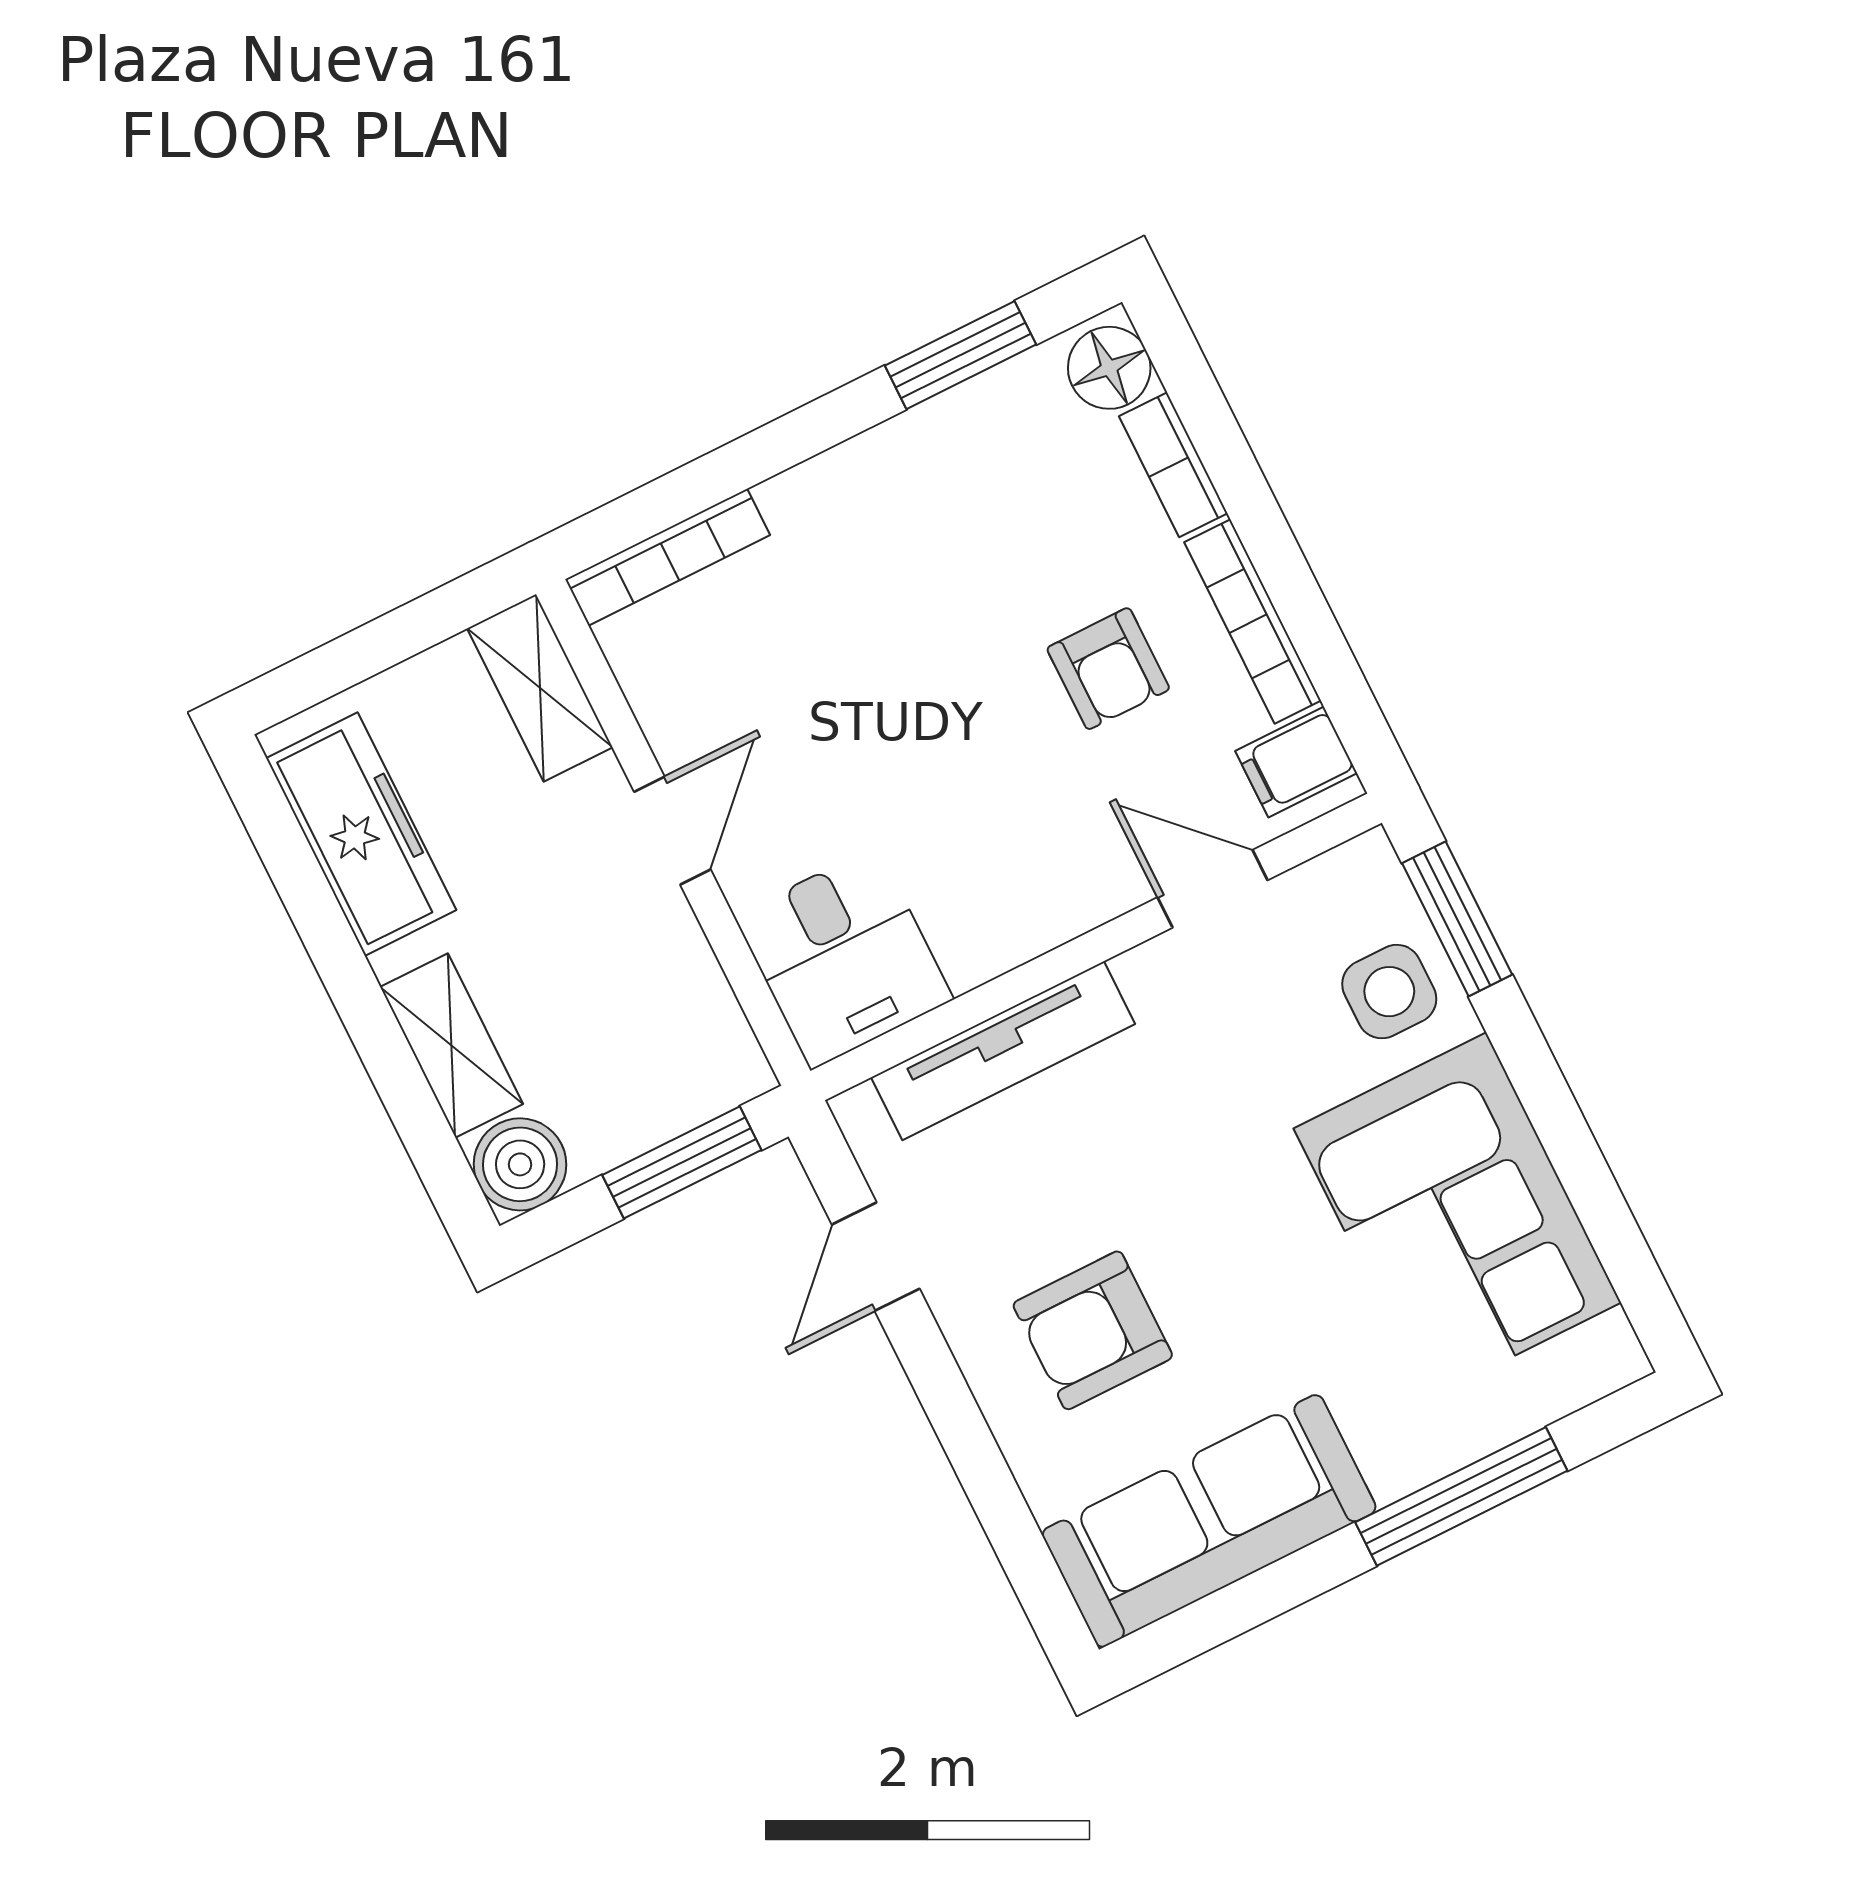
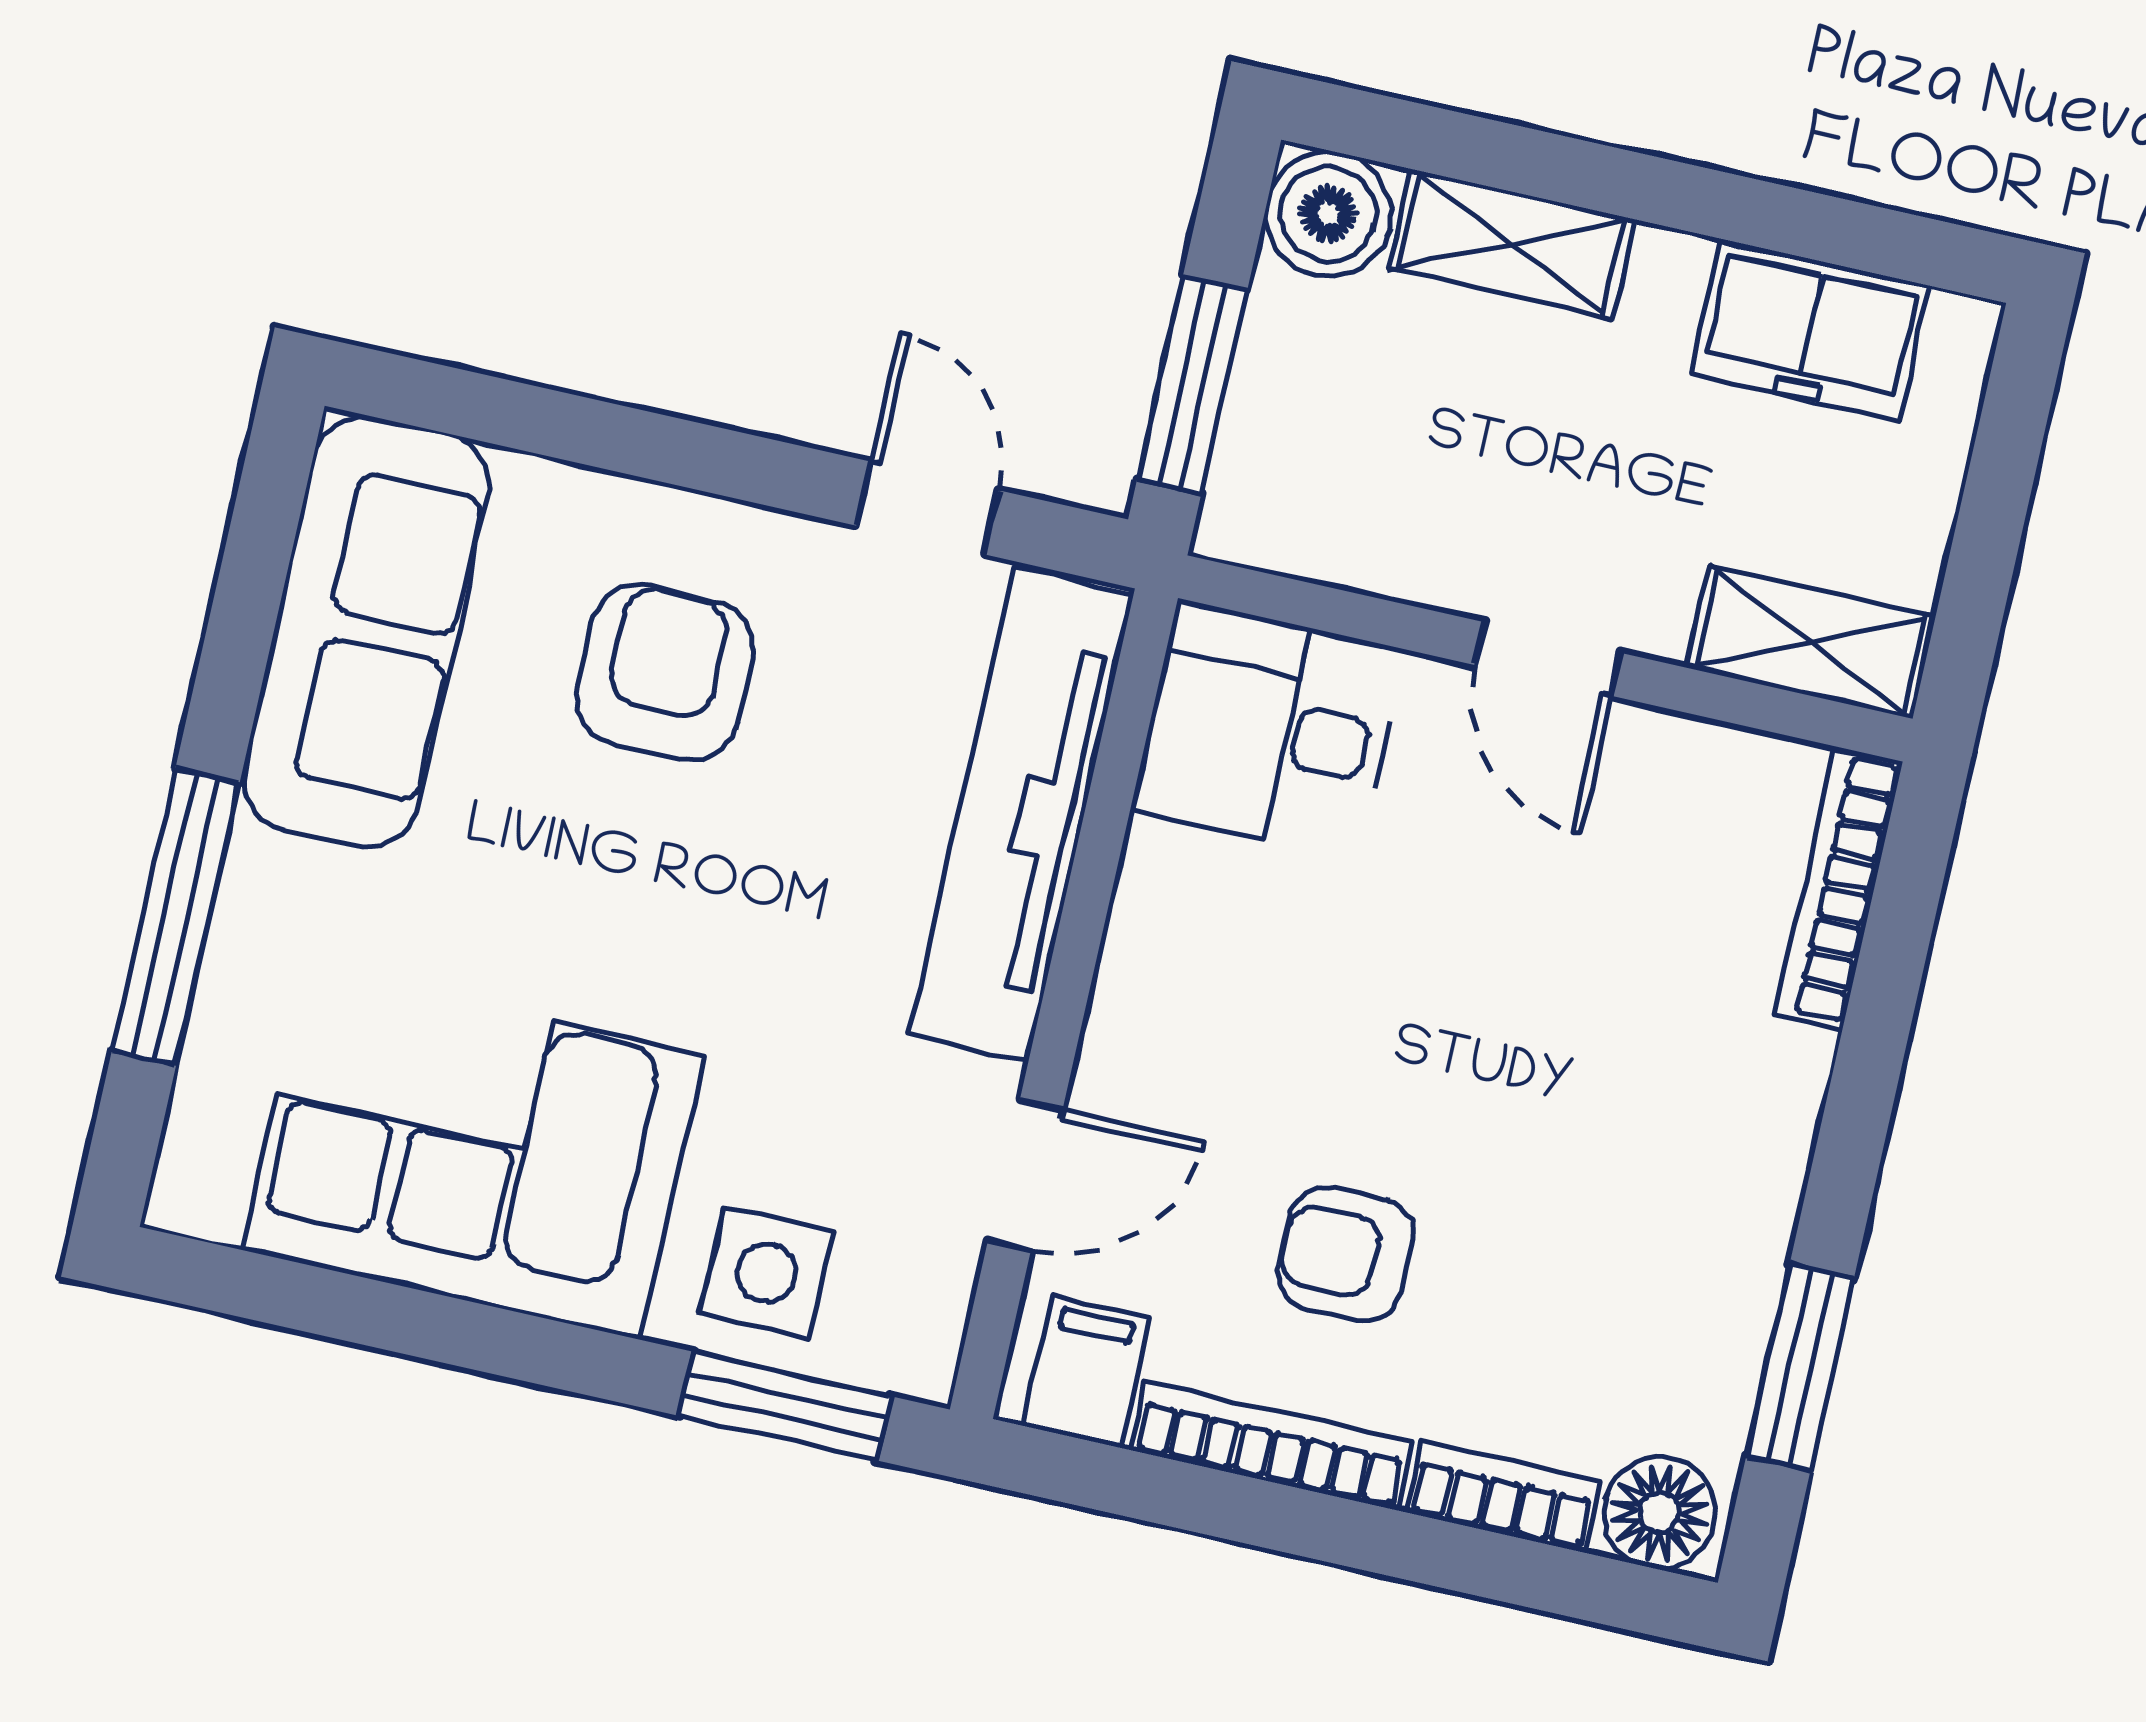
freezer: (361, 834) -> (1810, 330), width x0.71
tv unit: (1003, 1051) -> (1021, 815), width x1.36, depth x1.29

